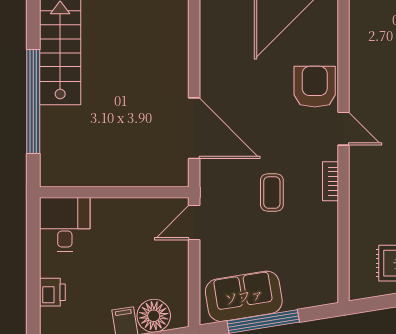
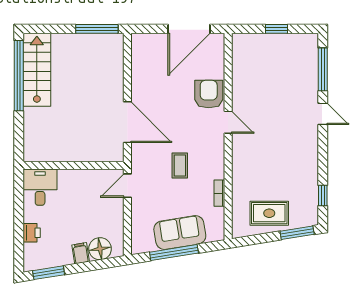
window: (33, 101) -> (19, 76), moved
bookcase: (330, 181) -> (219, 193), moved
sofa: (244, 296) -> (180, 233), moved

